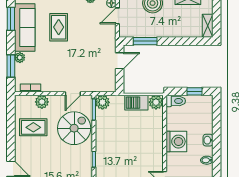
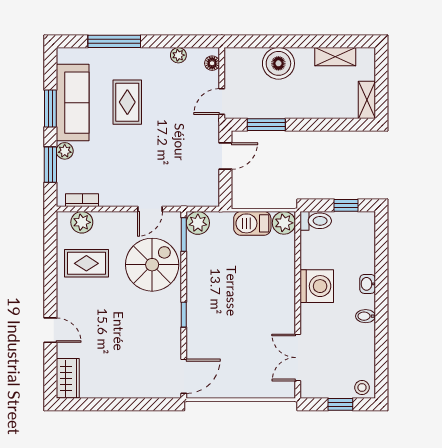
door: (117, 16) -> (222, 102), moved
window: (11, 19) -> (50, 108), moved
plant: (42, 102) -> (82, 222), moved

